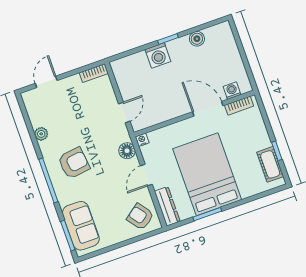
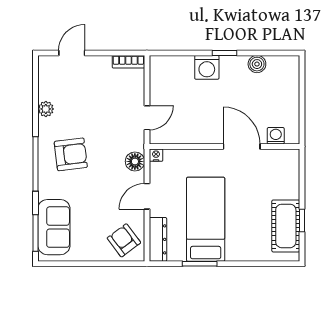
bookcase: (239, 106) -> (278, 155), removed
cot: (270, 164) -> (286, 226), width x1.37, depth x1.34
bed: (207, 174) -> (206, 219), width x0.67

